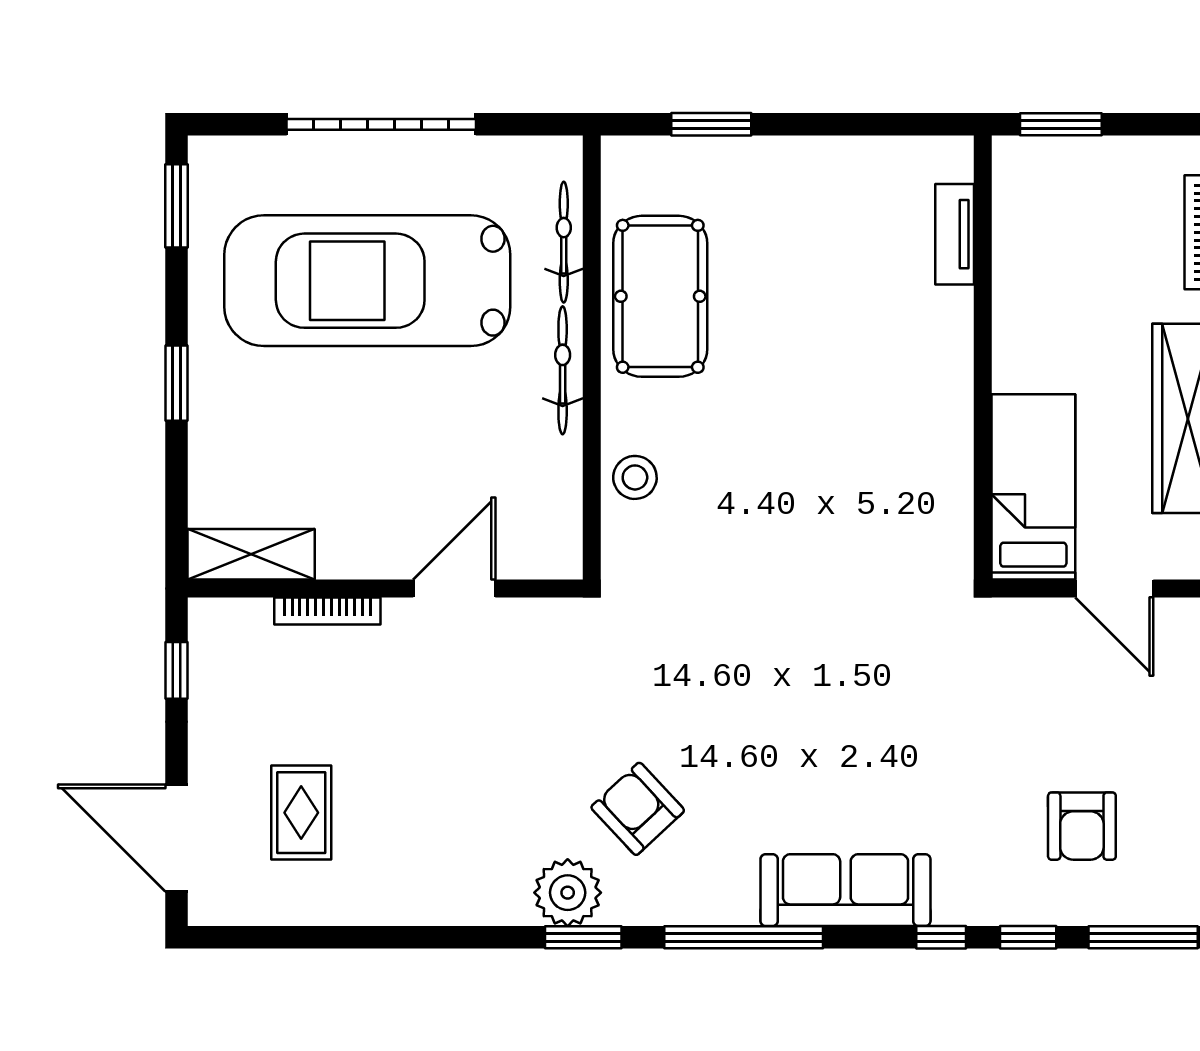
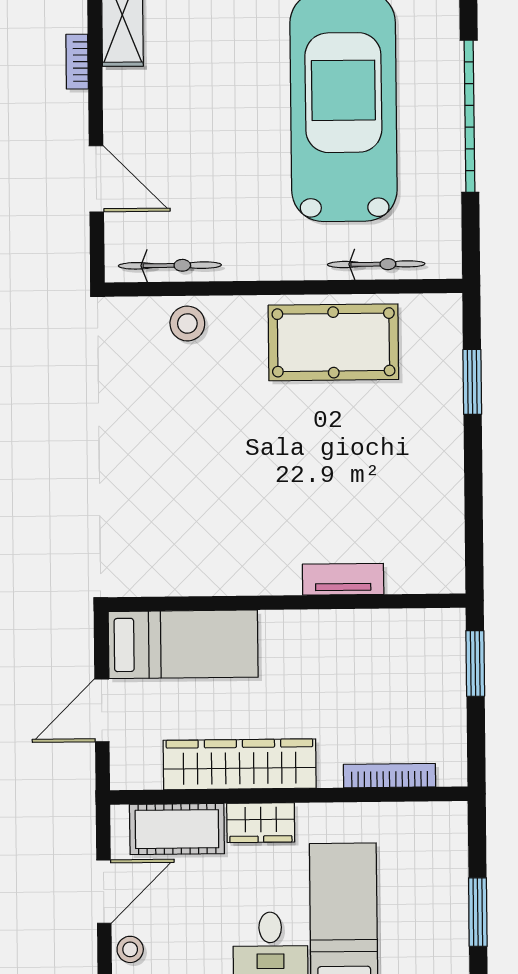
tv unit: (955, 234) -> (343, 579), moved
bicycle: (563, 370) -> (170, 265), moved
bookcase: (327, 611) -> (77, 62), width x0.64

